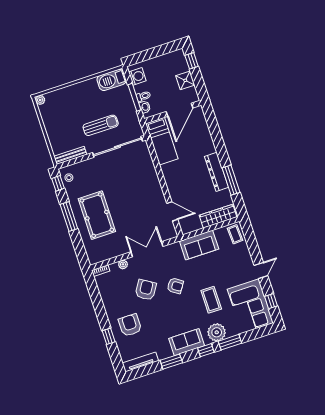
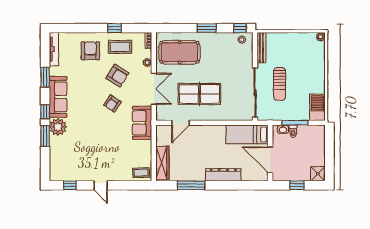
window: (192, 61) -> (297, 185), moved
washing machine: (137, 76) -> (313, 132), removed
shower: (185, 80) -> (318, 174), moved
dresser: (217, 172) -> (223, 175), moved
table tennis table: (137, 202) -> (199, 94), added
pool table: (97, 215) -> (179, 52), moved
window: (69, 217) -> (207, 28), width x0.69
sofa: (199, 245) -> (142, 123), moved
coffee table: (211, 300) -> (120, 47), moved
corner sofa: (250, 306) -> (72, 165), removed
armchair: (130, 325) -> (90, 51), turned -90
window: (109, 336) -> (115, 28), moved
sofa: (187, 342) -> (58, 97), width x1.36

